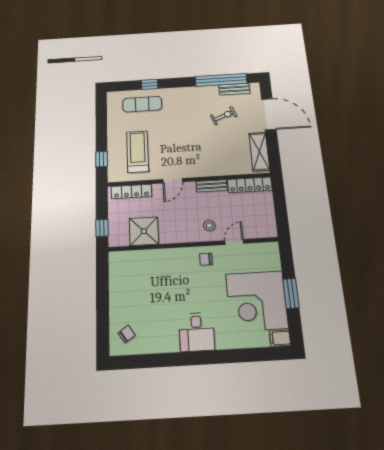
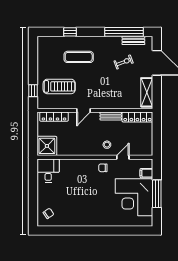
exercise mat: (142, 104) -> (79, 57), moved
treadmill: (137, 152) -> (59, 86), turned 90
window: (102, 228) -> (33, 142), removed
shower: (144, 231) -> (47, 146), moved
window: (291, 293) -> (157, 194), width x1.44
desk: (197, 332) -> (48, 171), moved, turned 180
filing cabinet: (280, 338) -> (146, 173), moved

